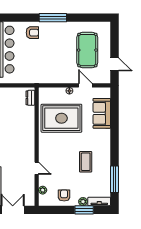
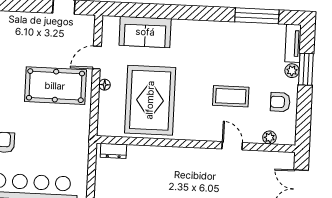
pool table: (87, 50) -> (55, 86), moved
coffee table: (86, 162) -> (231, 96), moved
door: (37, 168) -> (232, 146), hinge flipped

